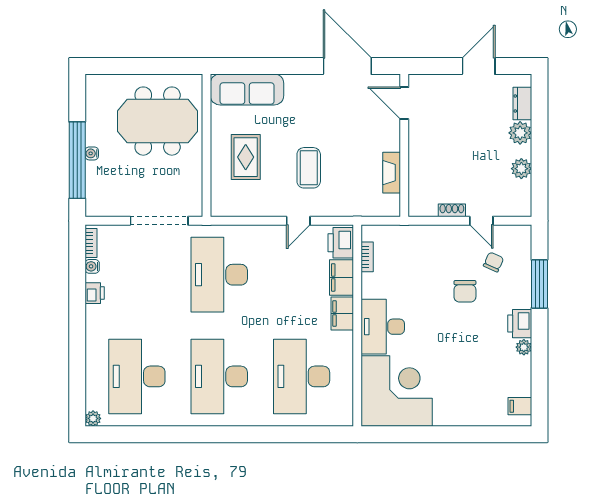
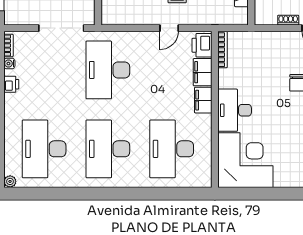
bookcase: (367, 257) -> (223, 50), width x1.56

